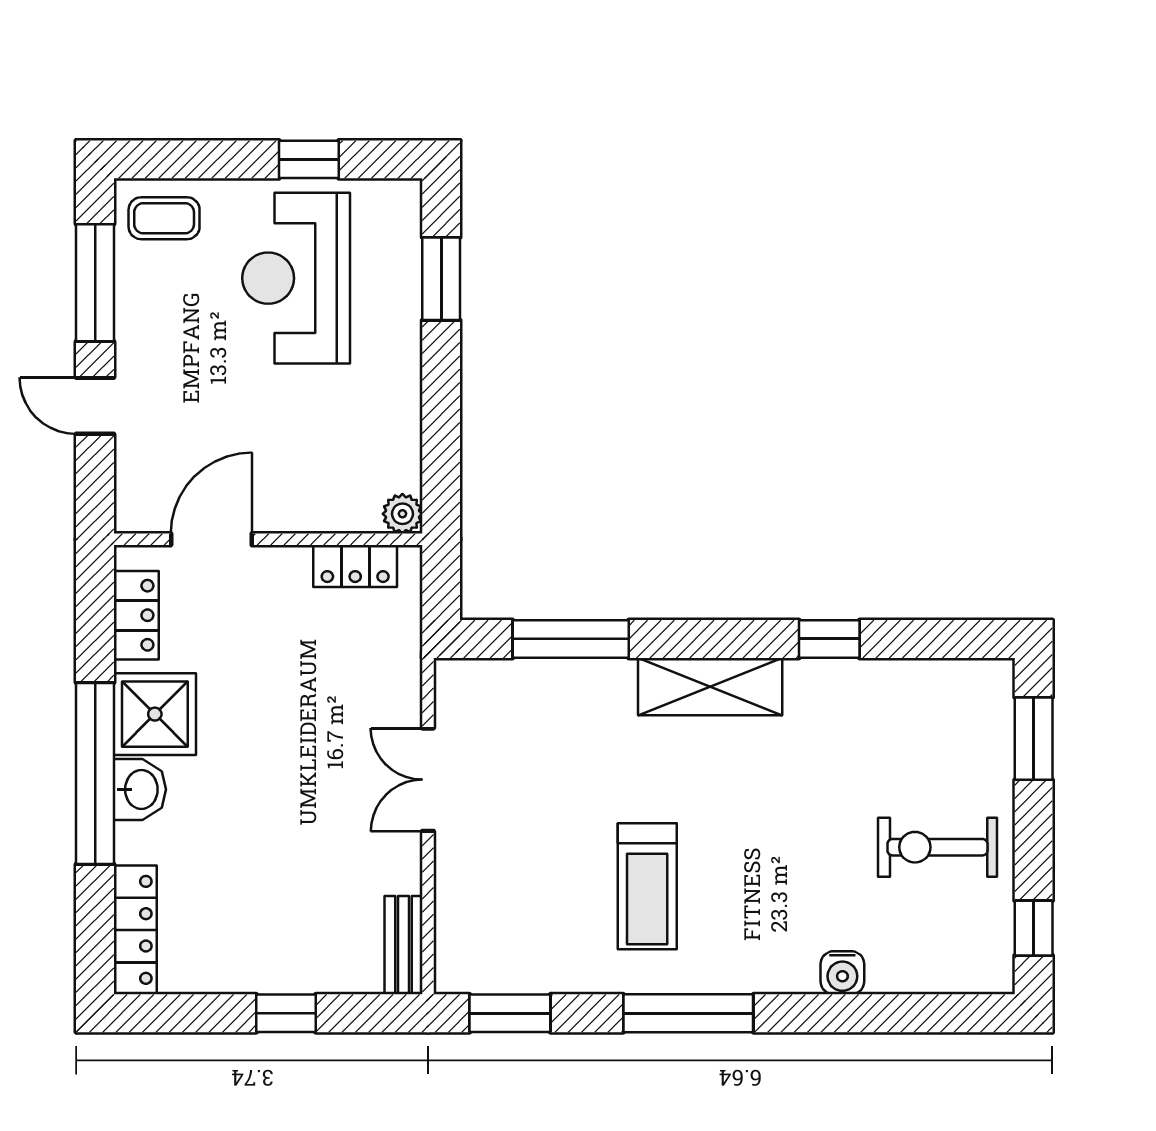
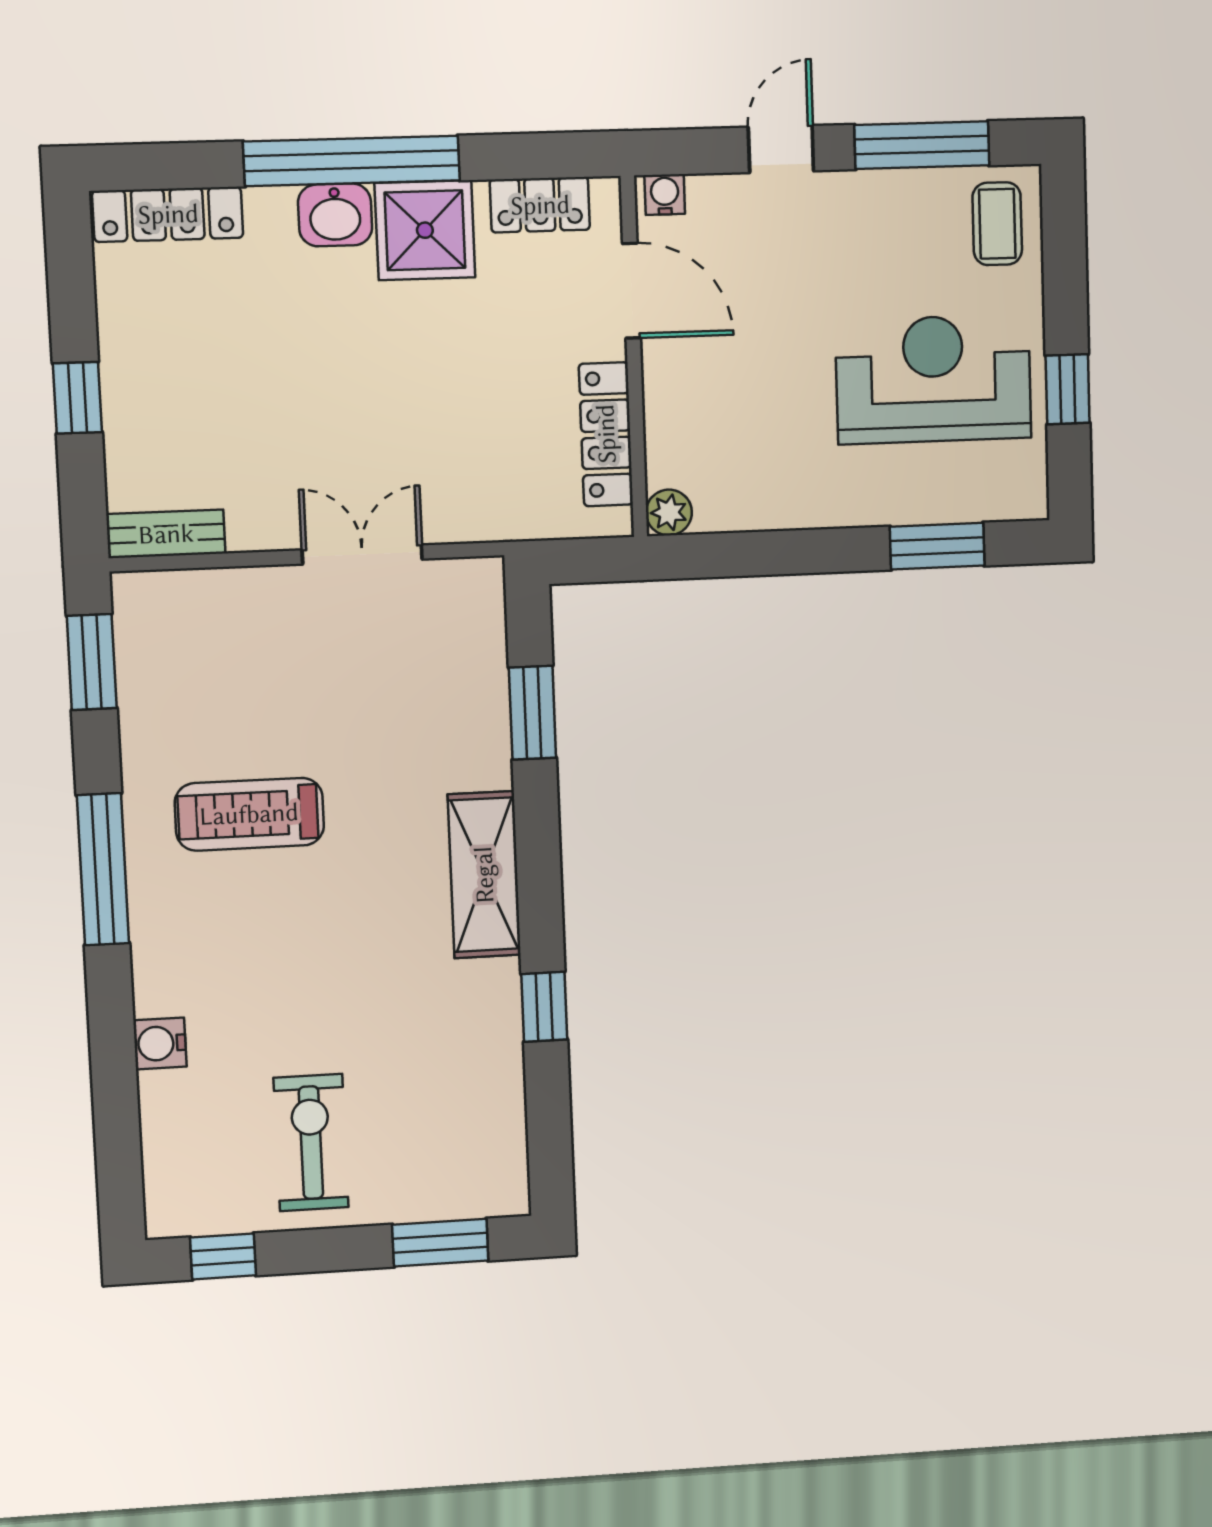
water cooler: (131, 508) -> (665, 195), added
locker: (355, 566) -> (606, 434), width x1.53
window: (571, 639) -> (532, 713), width x0.69

